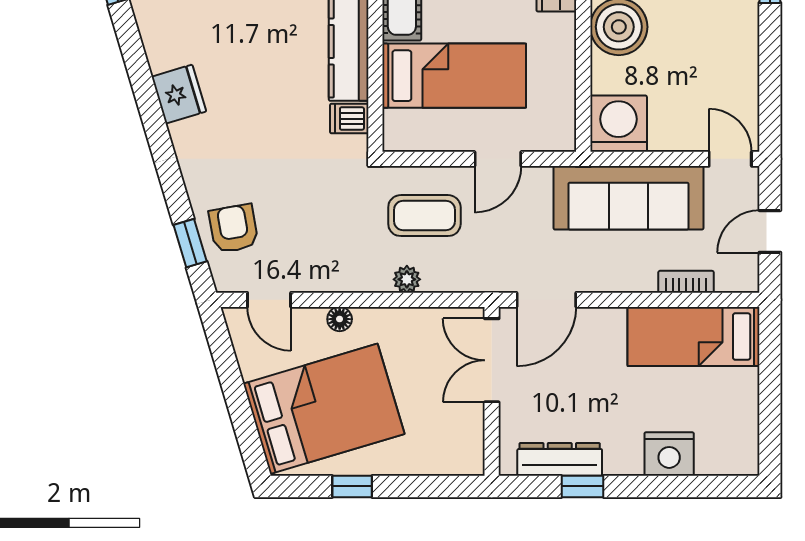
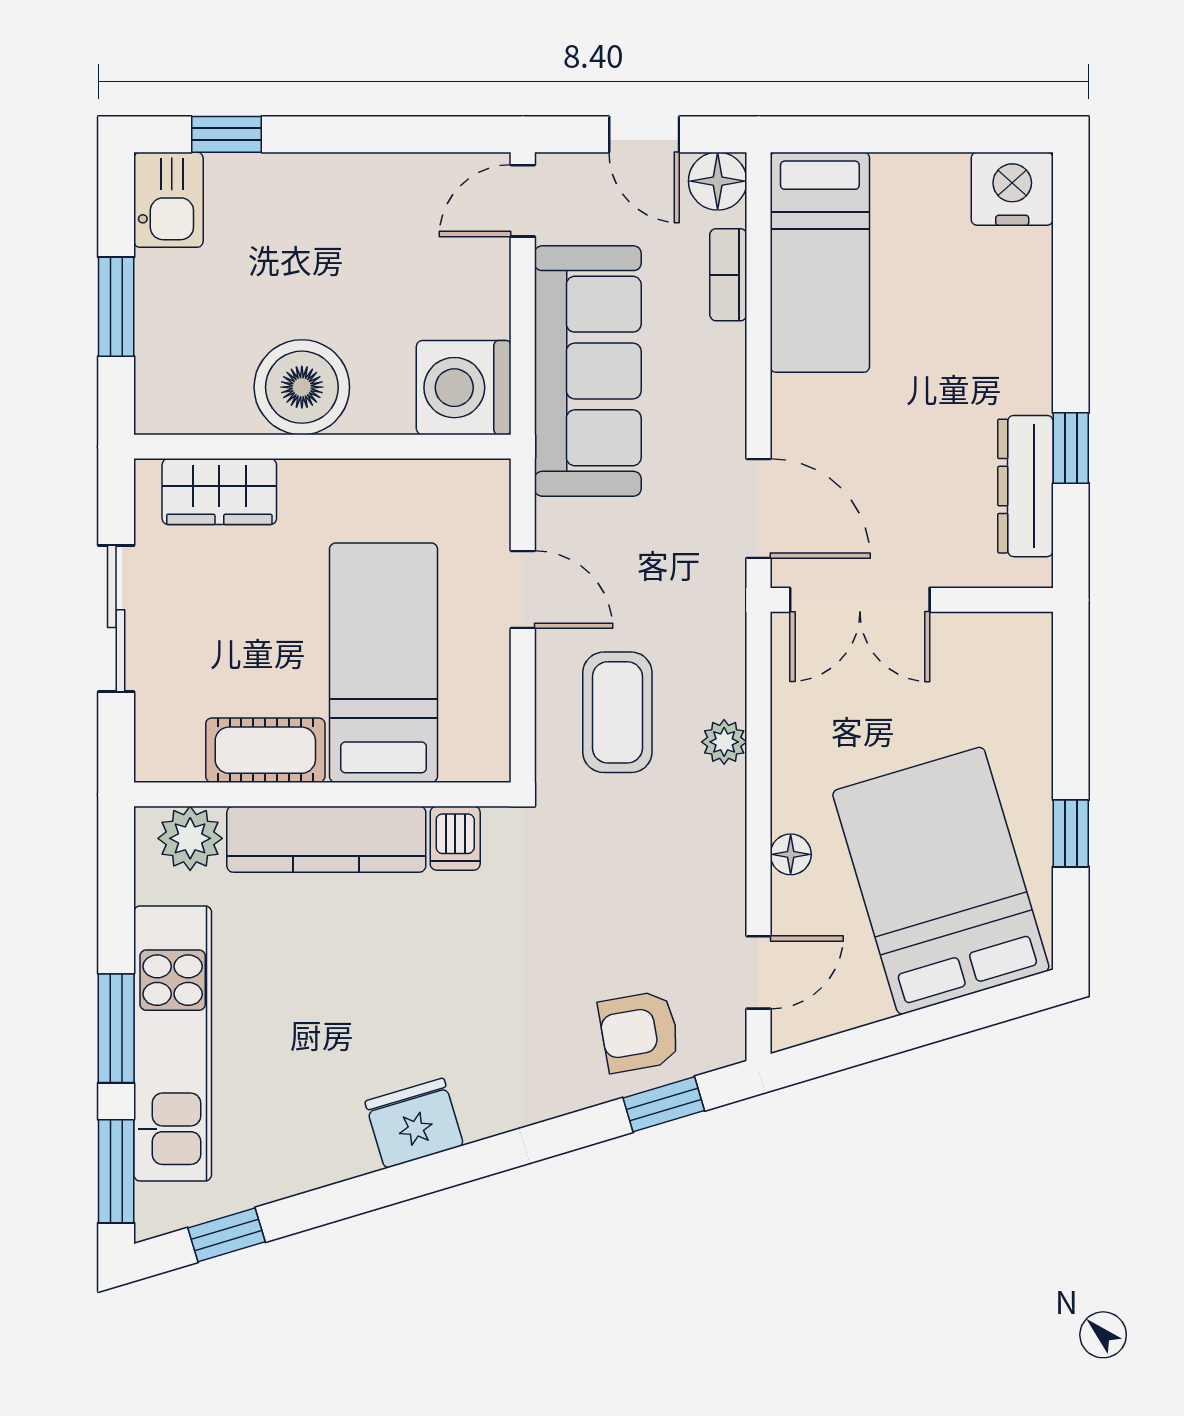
floor lamp: (742, 275) -> (718, 181), added
nightstand: (669, 454) -> (1012, 189), moved, turned -90

